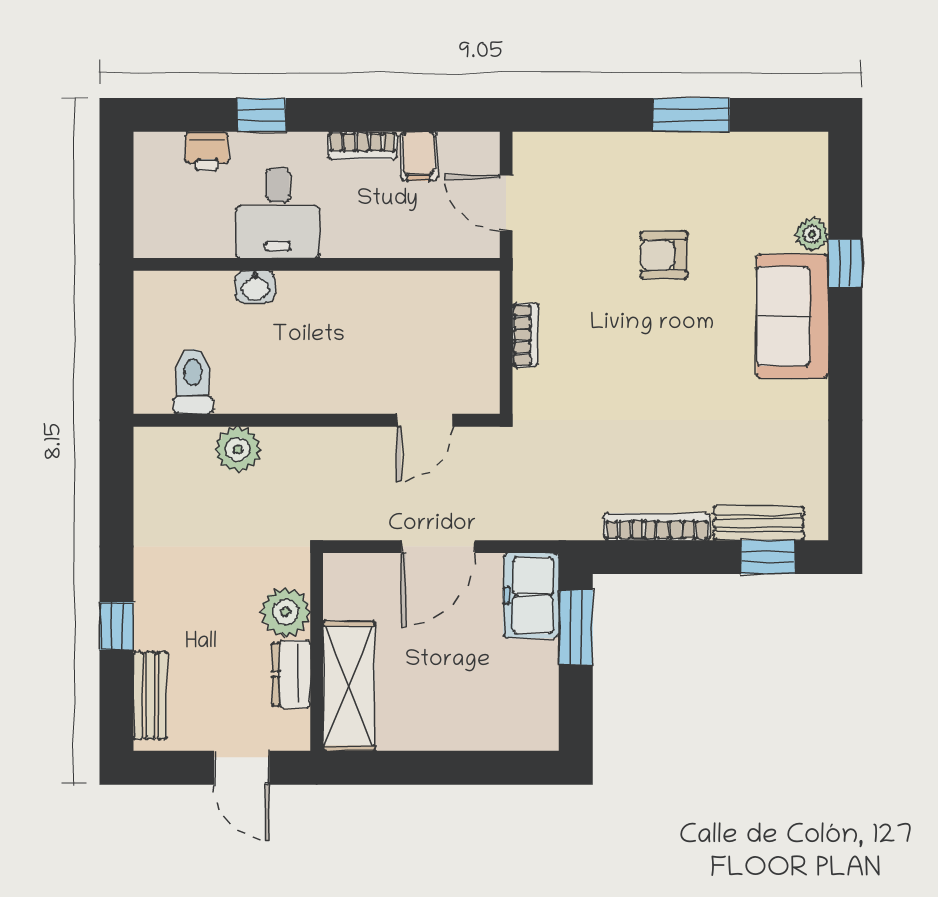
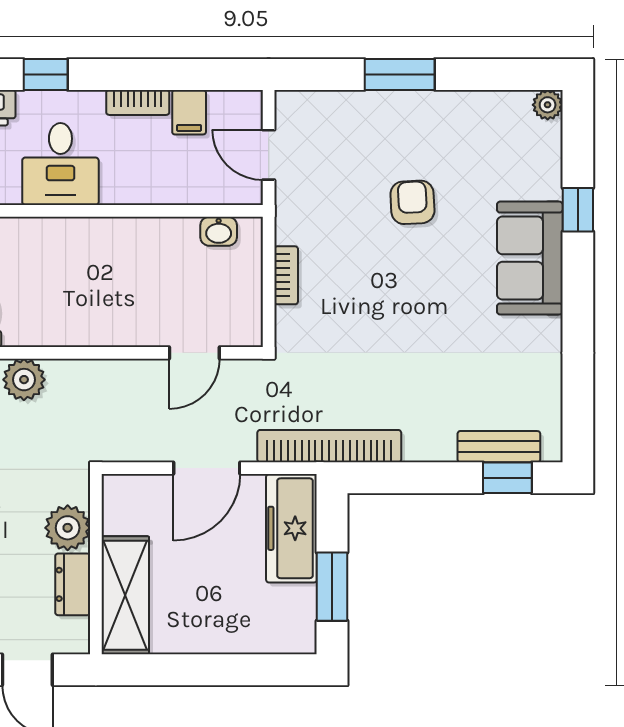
window: (691, 115) -> (400, 74), moved
plant: (812, 234) -> (548, 105), moved
armchair: (664, 255) -> (412, 202), turned 87
washbasin: (255, 287) -> (219, 231), moved
bookcase: (657, 527) -> (329, 446), moved, width x1.48, depth x1.31
freezer: (531, 595) -> (291, 528), width x1.40
window: (576, 627) -> (332, 587), moved

